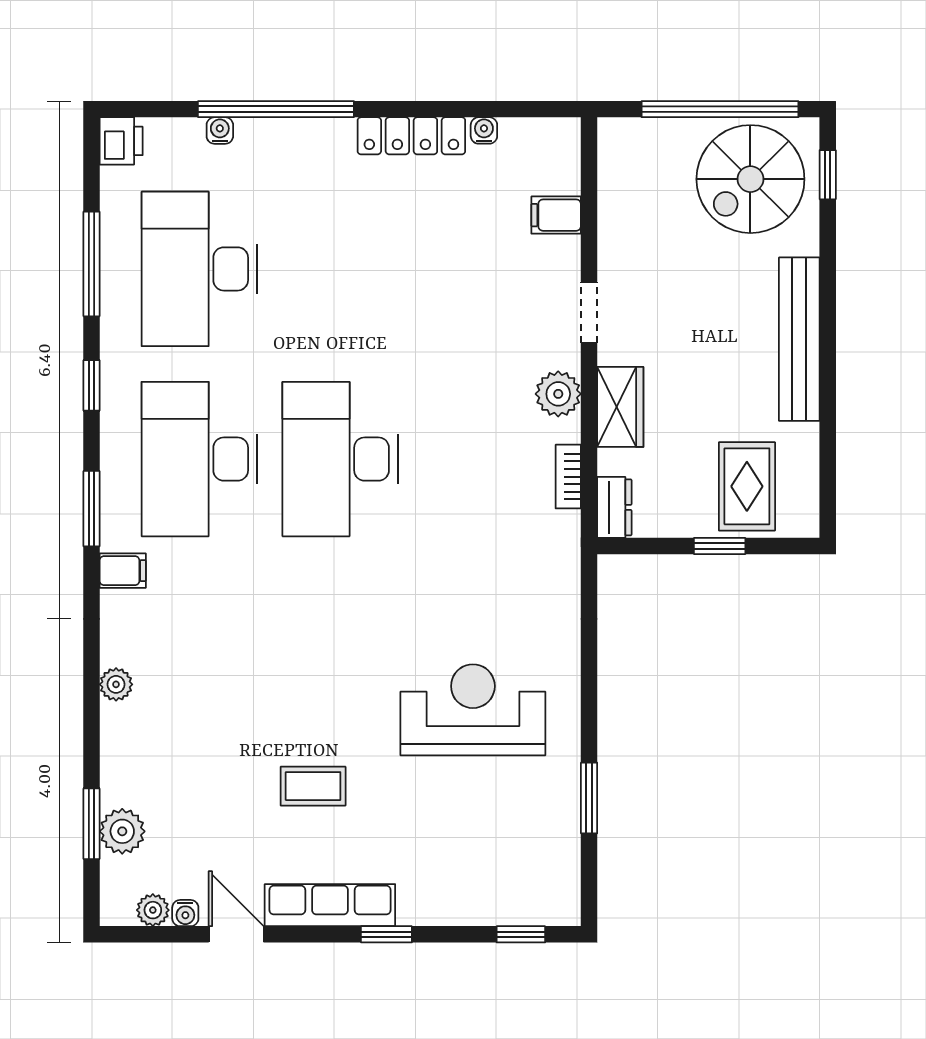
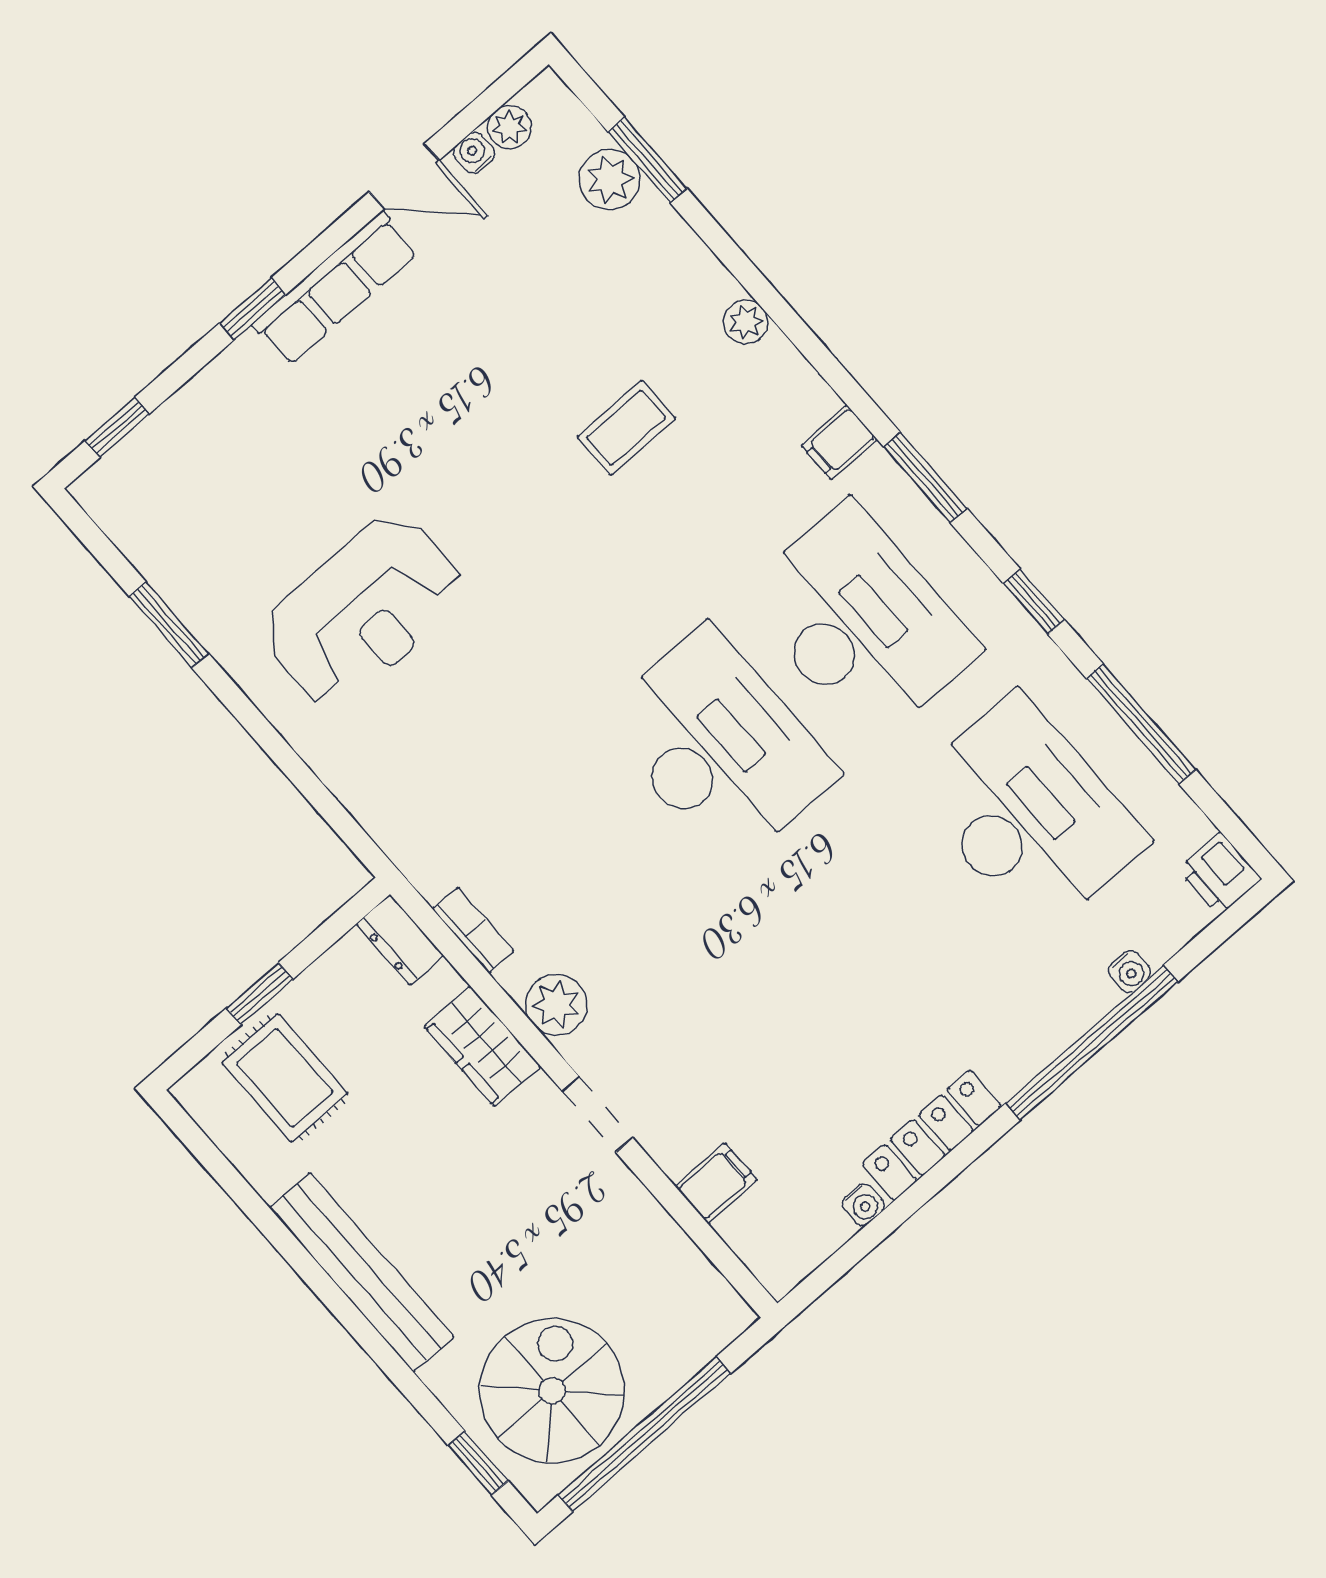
coffee table: (313, 786) -> (626, 428), moved

